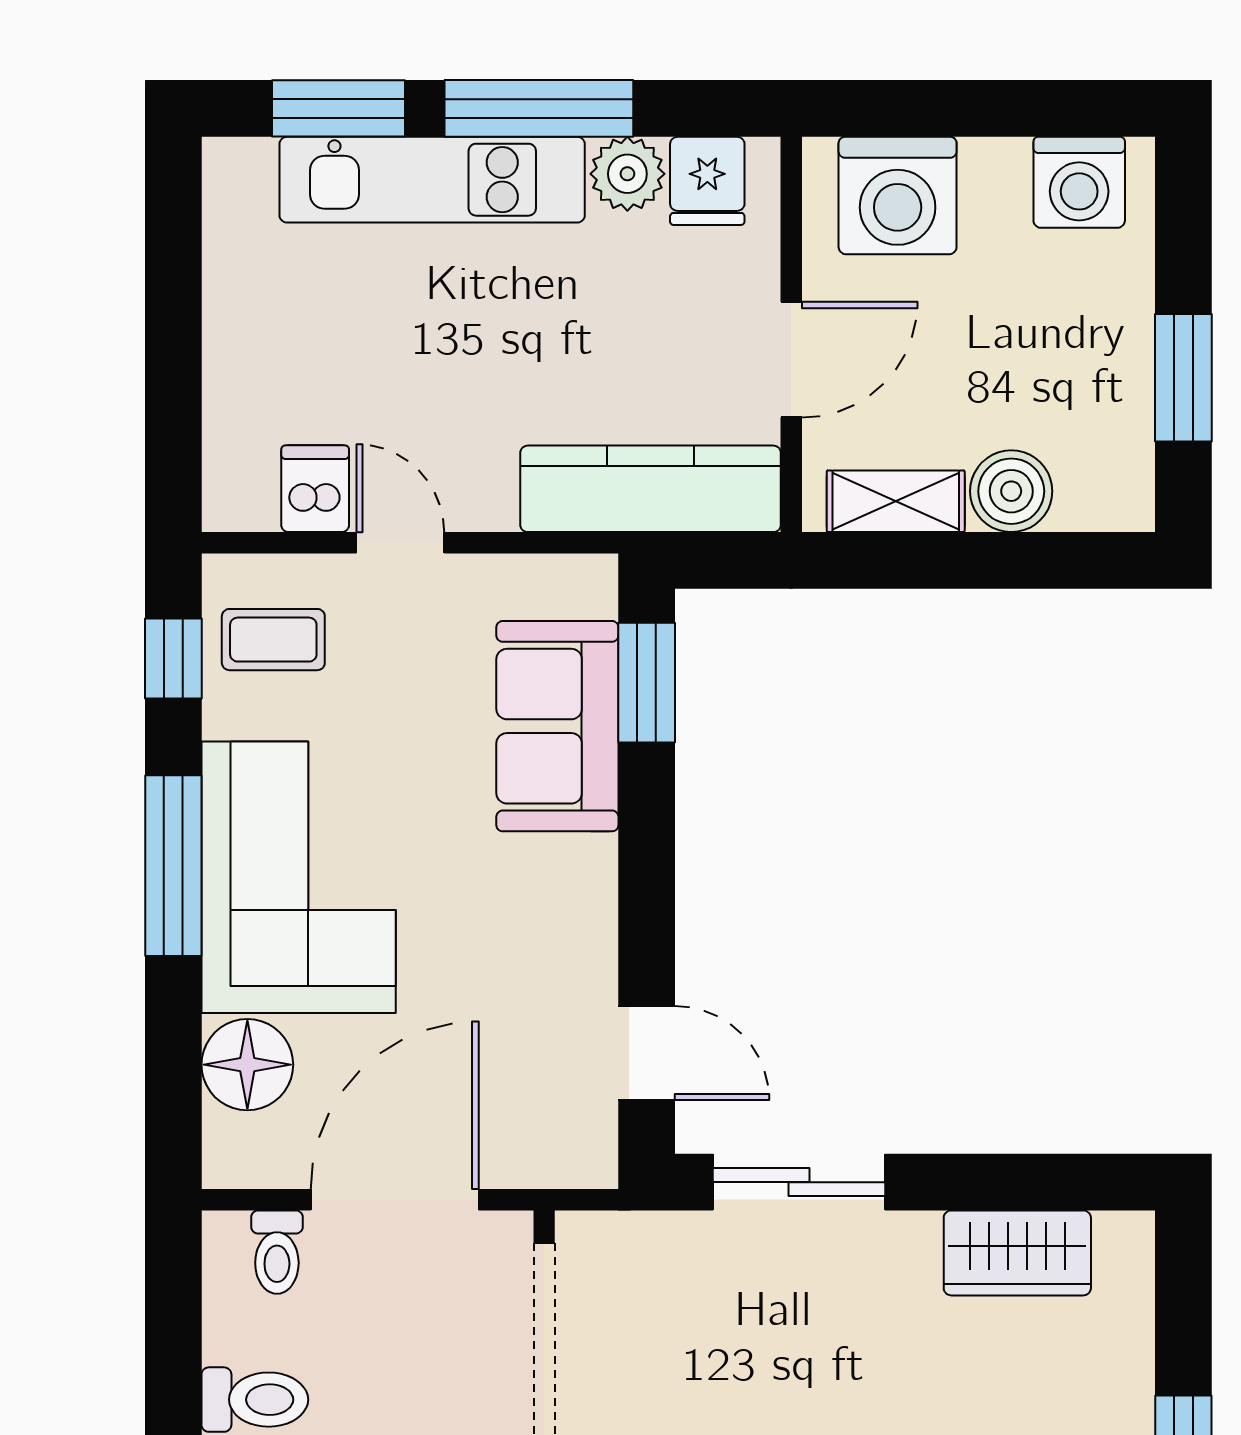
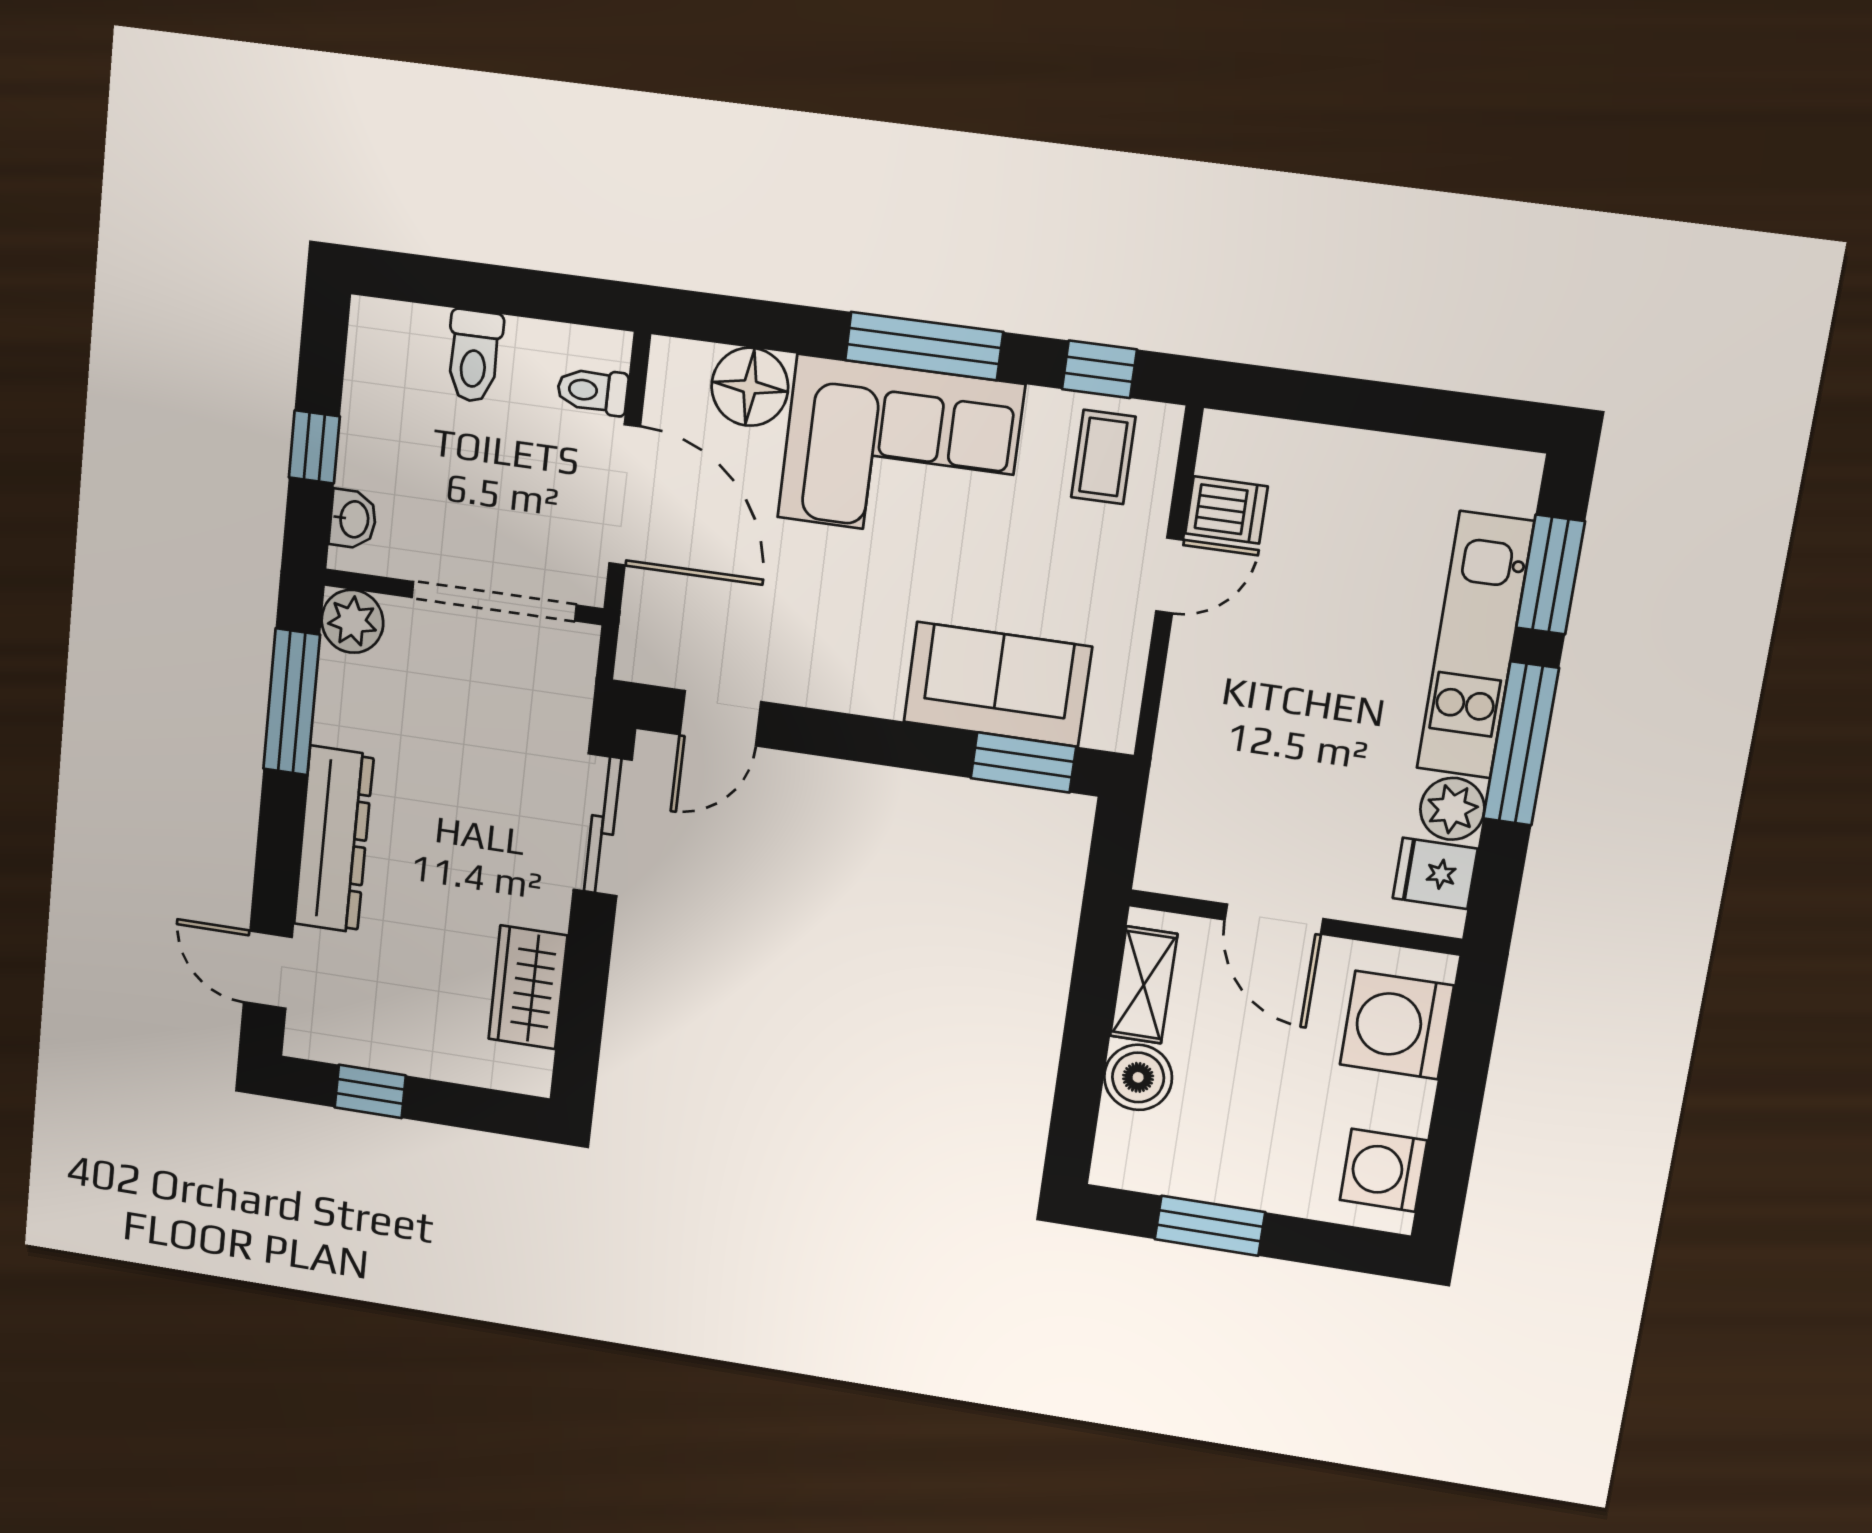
kitchen counter: (651, 489) -> (1184, 789), removed

